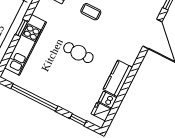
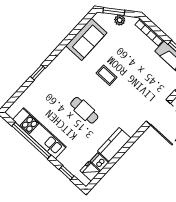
kitchen unit: (25, 45) -> (39, 133), moved, turned -90

